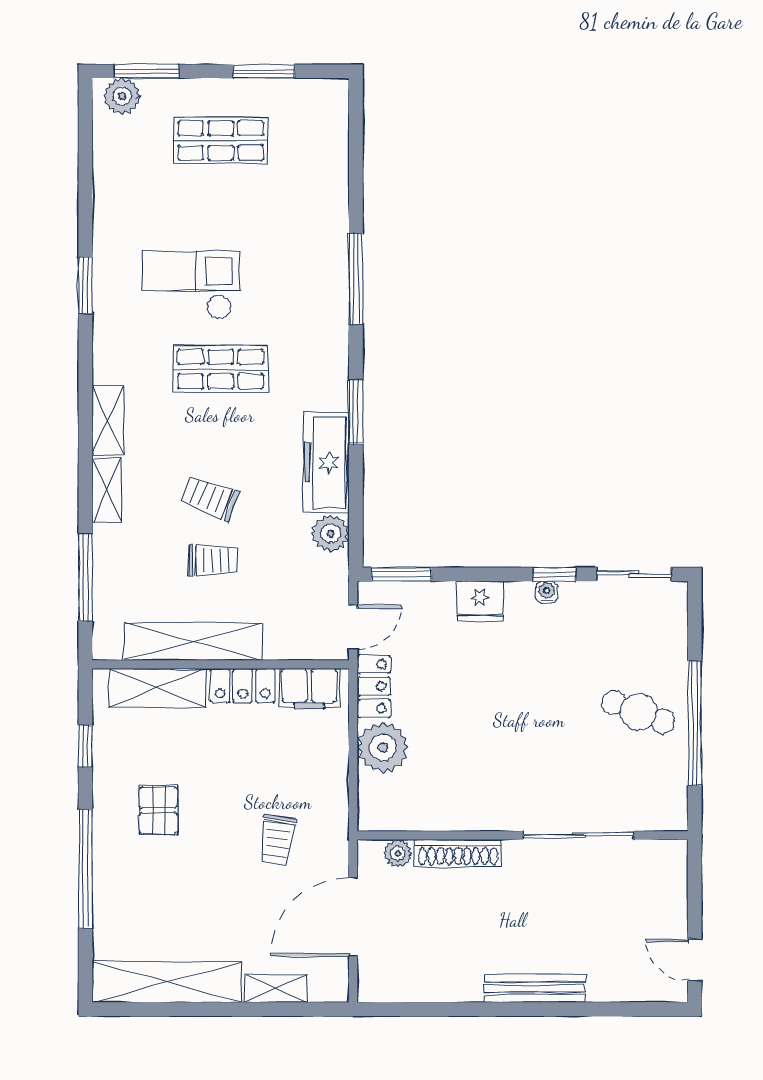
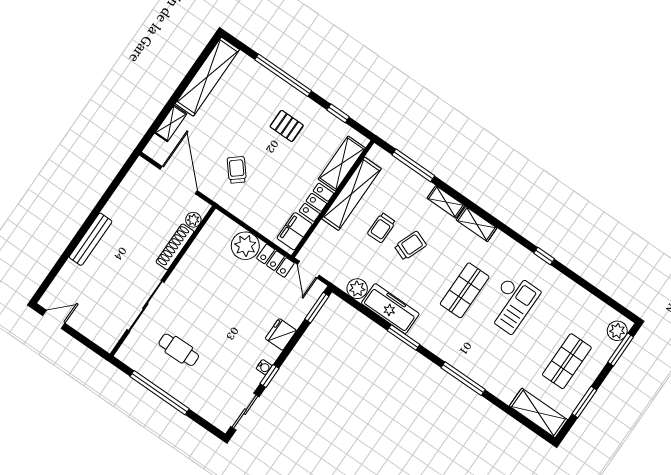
shelving: (329, 129) -> (538, 413), added
window: (85, 285) -> (544, 256), width x0.67
cafe table: (638, 712) -> (179, 350), moved, turned 68
trolley: (277, 840) -> (237, 170), turned 42

